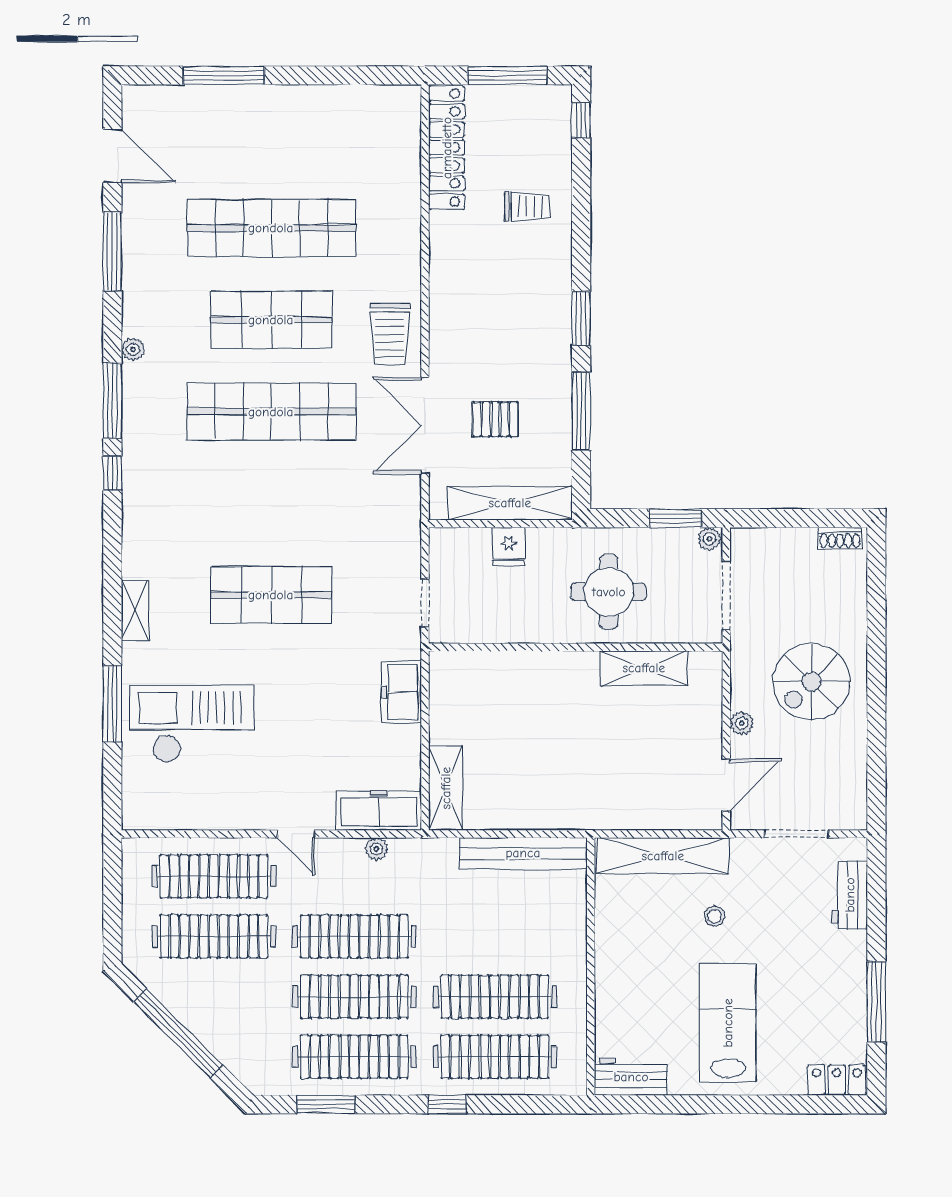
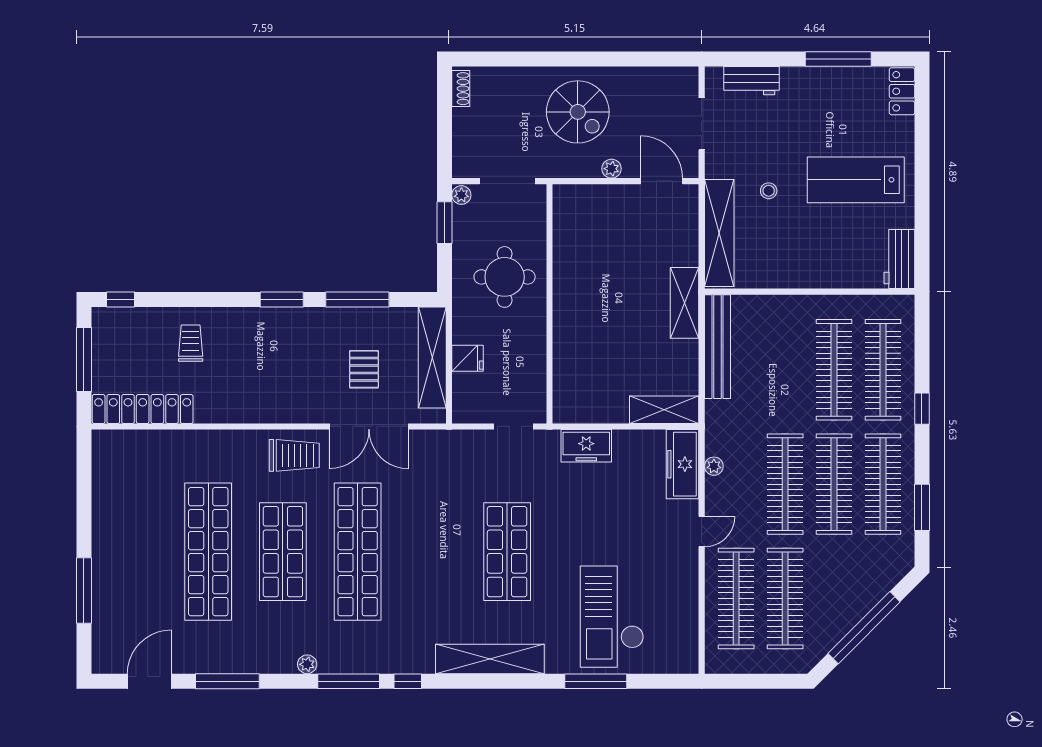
shelving: (135, 610) -> (490, 659), width x2.20, depth x1.33
shelving: (644, 668) -> (684, 303), moved

